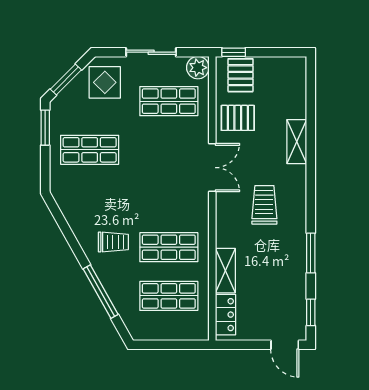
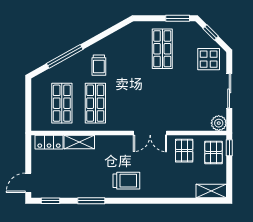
pallet: (241, 75) -> (213, 152), turned 90
window: (66, 79) -> (211, 32), width x0.67
shop shelf: (169, 101) -> (196, 103), removed
shelving: (297, 142) -> (211, 191), moved
trolley: (264, 205) -> (126, 181), moved

